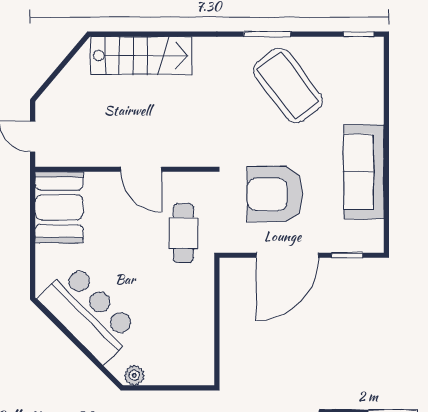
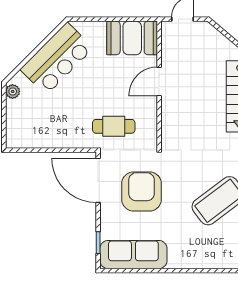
door: (141, 169) -> (159, 81), moved
sofa: (364, 172) -> (133, 255), moved
door: (287, 255) -> (98, 180), moved

